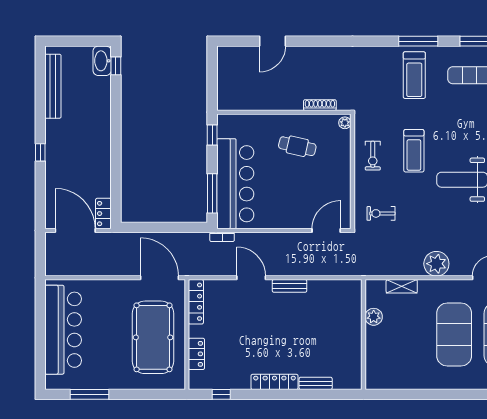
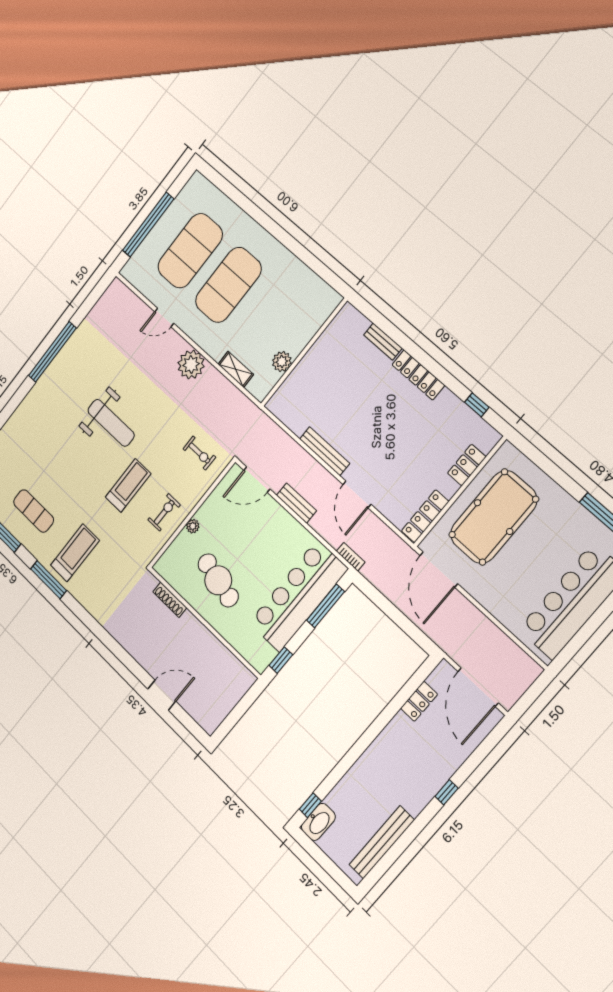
plant: (345, 123) -> (193, 526), moved
cafe table: (297, 146) -> (218, 580), width x1.37, depth x1.35
locker: (103, 214) -> (419, 701), moved
bench: (287, 239) -> (296, 503), added
bench: (290, 286) -> (325, 451), width x1.36

